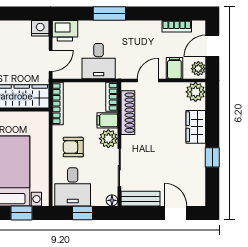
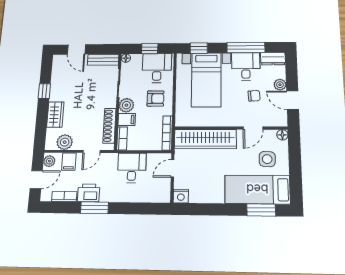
window: (109, 13) -> (94, 208), moved
printer: (65, 31) -> (89, 193), moved
plant: (196, 92) -> (65, 142), moved

